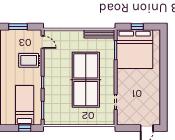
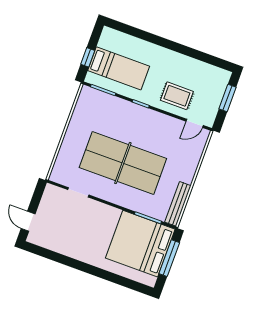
window: (137, 27) -> (169, 258), width x2.17
rug: (29, 60) -> (177, 96), turned 90

